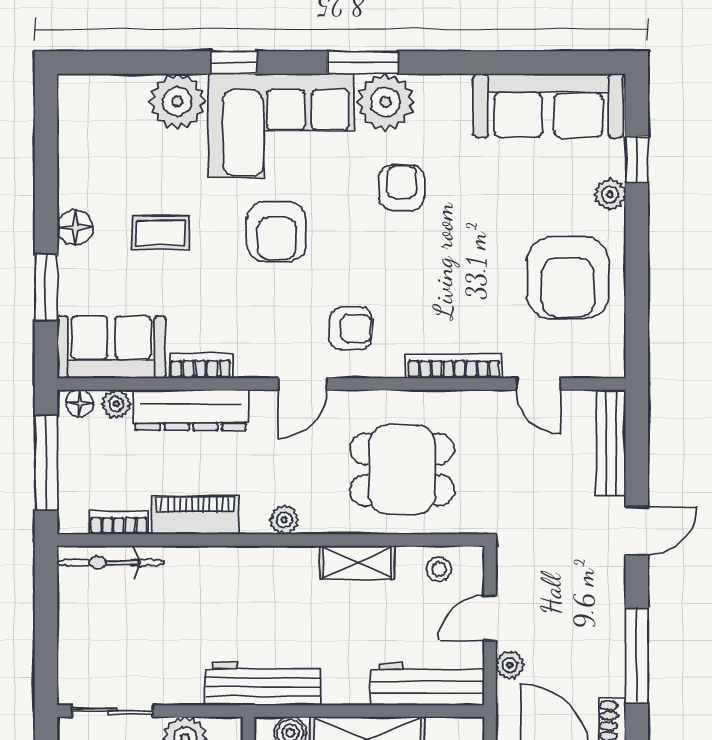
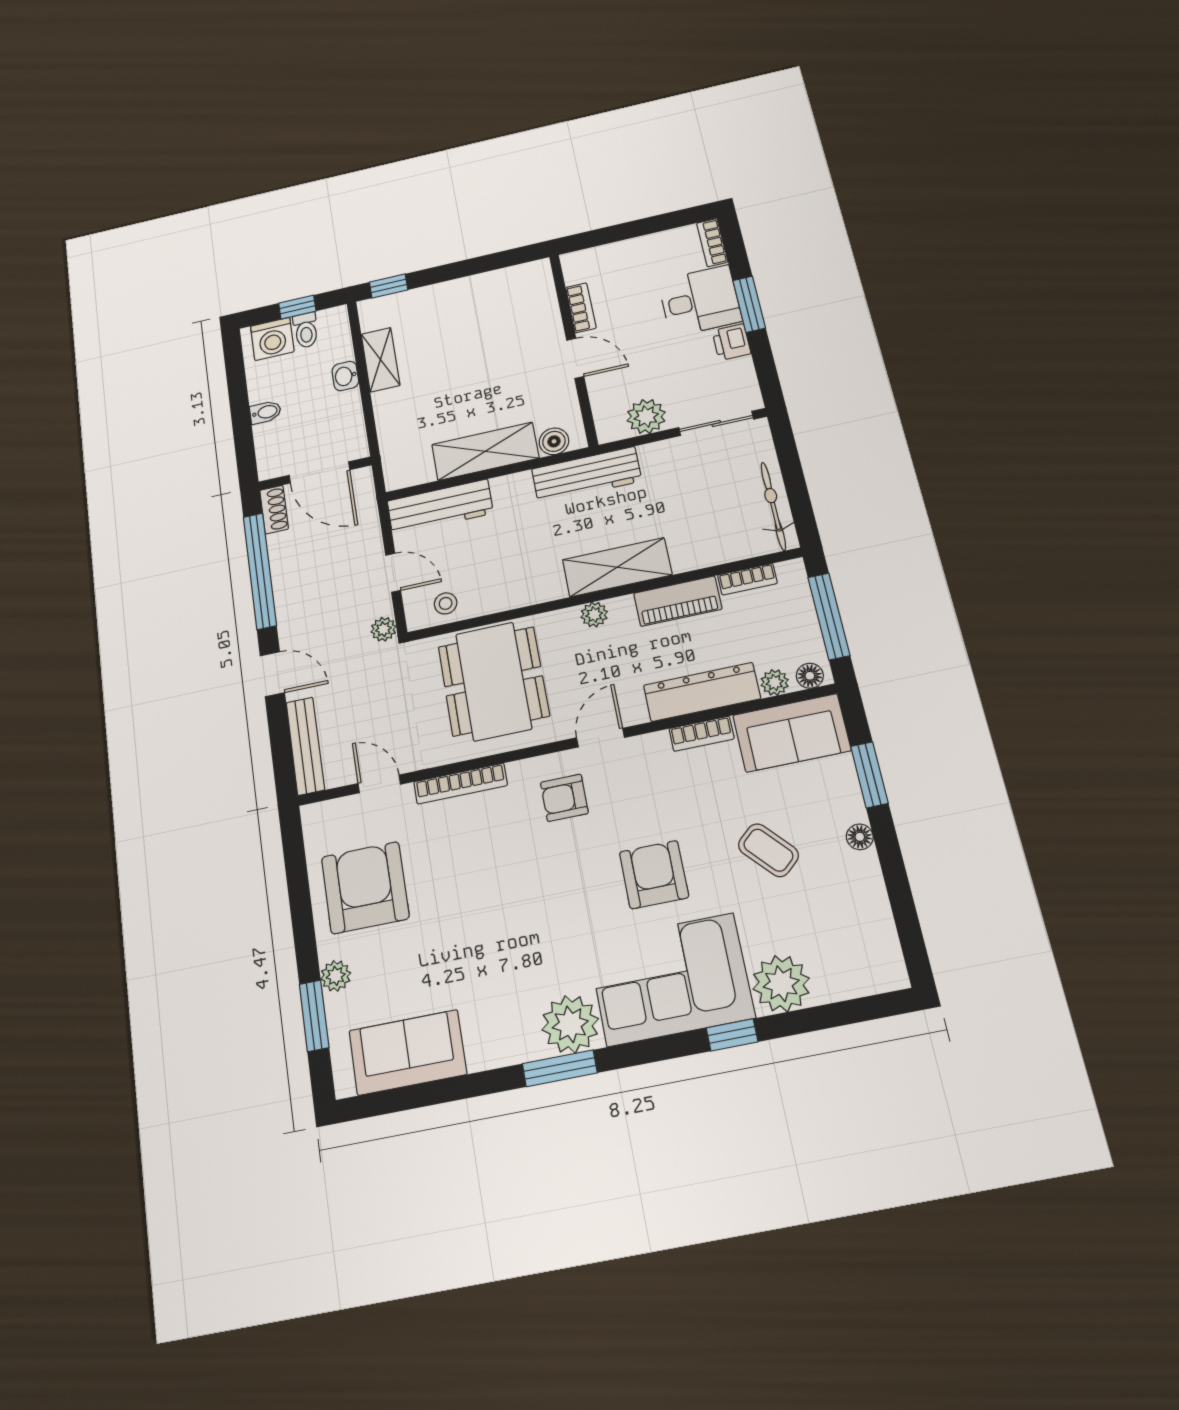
window: (363, 63) -> (560, 1068), moved
sofa: (548, 106) -> (408, 1052), width x0.73
window: (637, 159) -> (314, 1016), width x1.50
armchair: (402, 188) -> (539, 942), removed
floor lamp: (75, 228) -> (860, 837), width x0.73, depth x0.73
coffee table: (161, 233) -> (768, 850), turned 48
dining table: (402, 470) -> (493, 681), width x1.38
door: (637, 531) -> (272, 674), swing flipped
shelving: (357, 562) -> (617, 567), moved, width x1.50, depth x1.33
bicycle: (111, 563) -> (773, 506), moved, turned -90
door: (490, 618) -> (393, 573), hinge flipped
window: (637, 655) -> (260, 571), width x1.46
plant: (510, 665) -> (383, 629), moved

